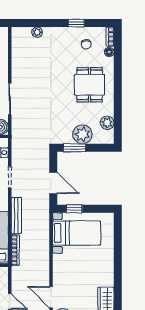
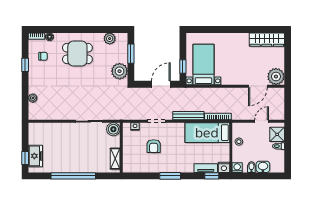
plant: (82, 134) -> (120, 71), moved
window: (74, 148) -> (131, 54), moved

